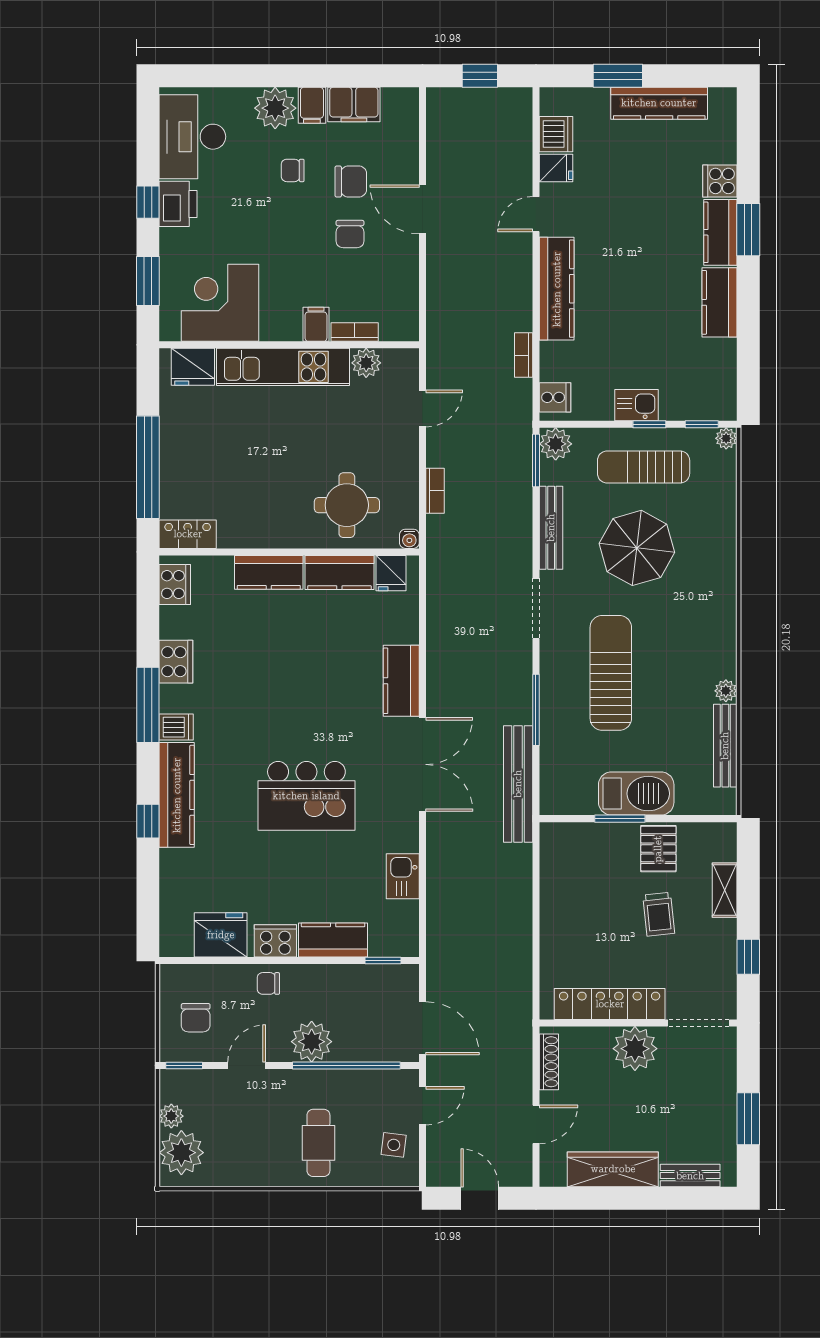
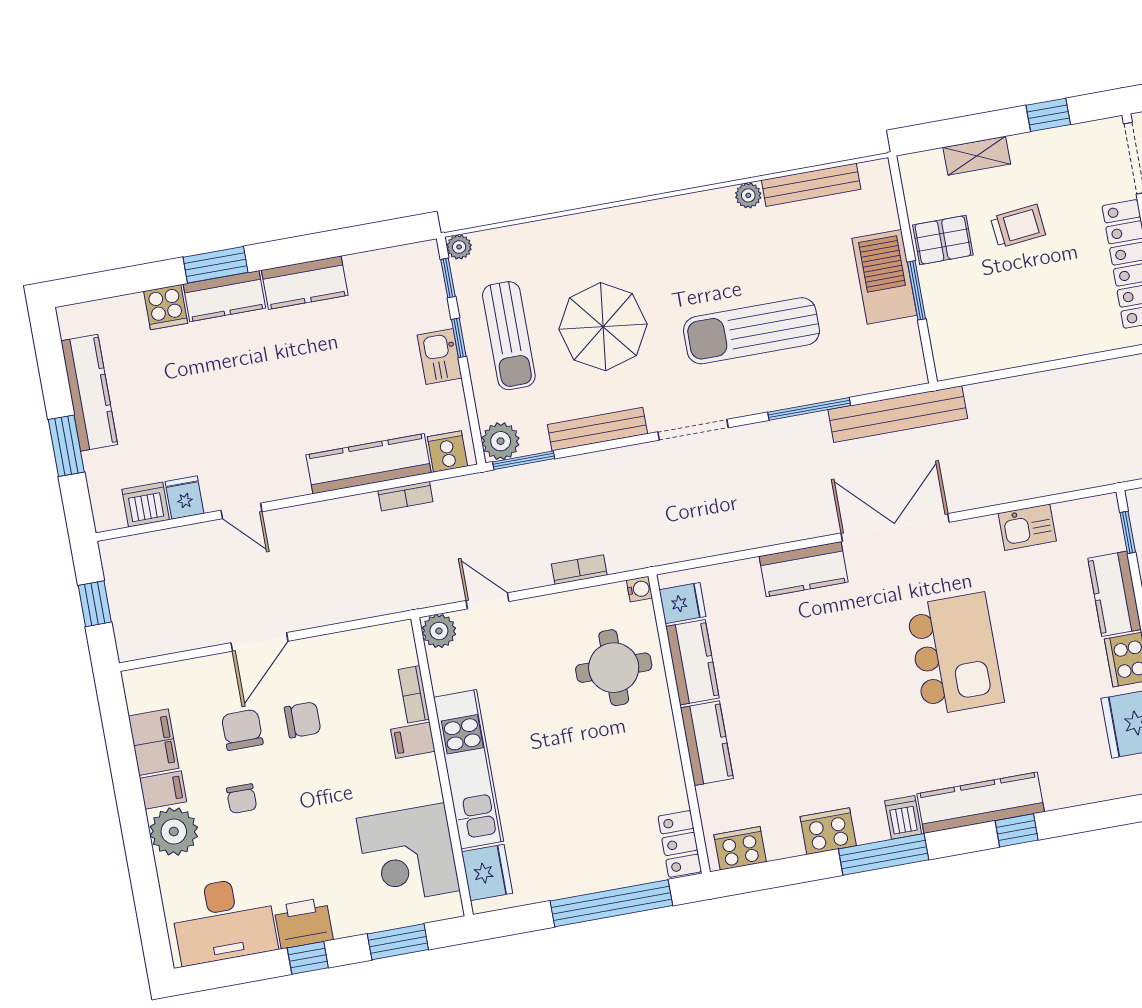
kitchen counter: (557, 289) -> (369, 464), moved
plant: (366, 363) -> (439, 631), moved

